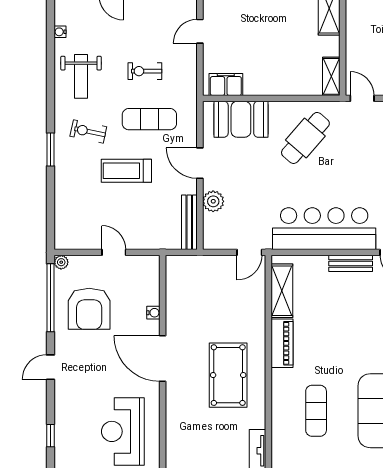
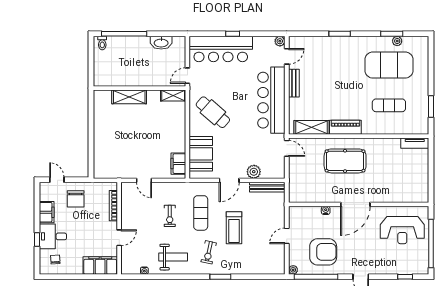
pool table: (228, 375) -> (345, 161), moved

